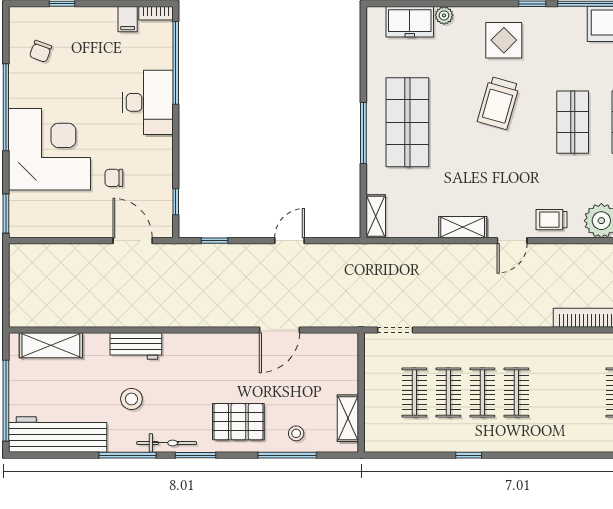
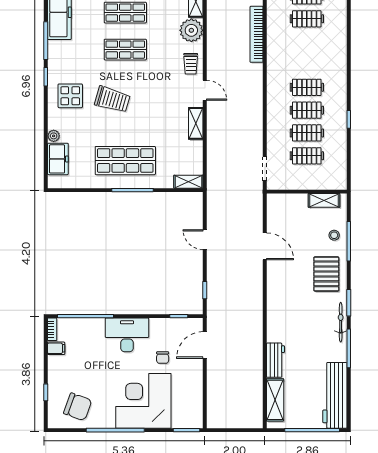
chair: (41, 51) -> (78, 407), width x1.87, depth x1.87
desk: (148, 102) -> (127, 335), moved
workbench: (136, 346) -> (275, 360), moved
stool: (131, 399) -> (311, 346), removed

